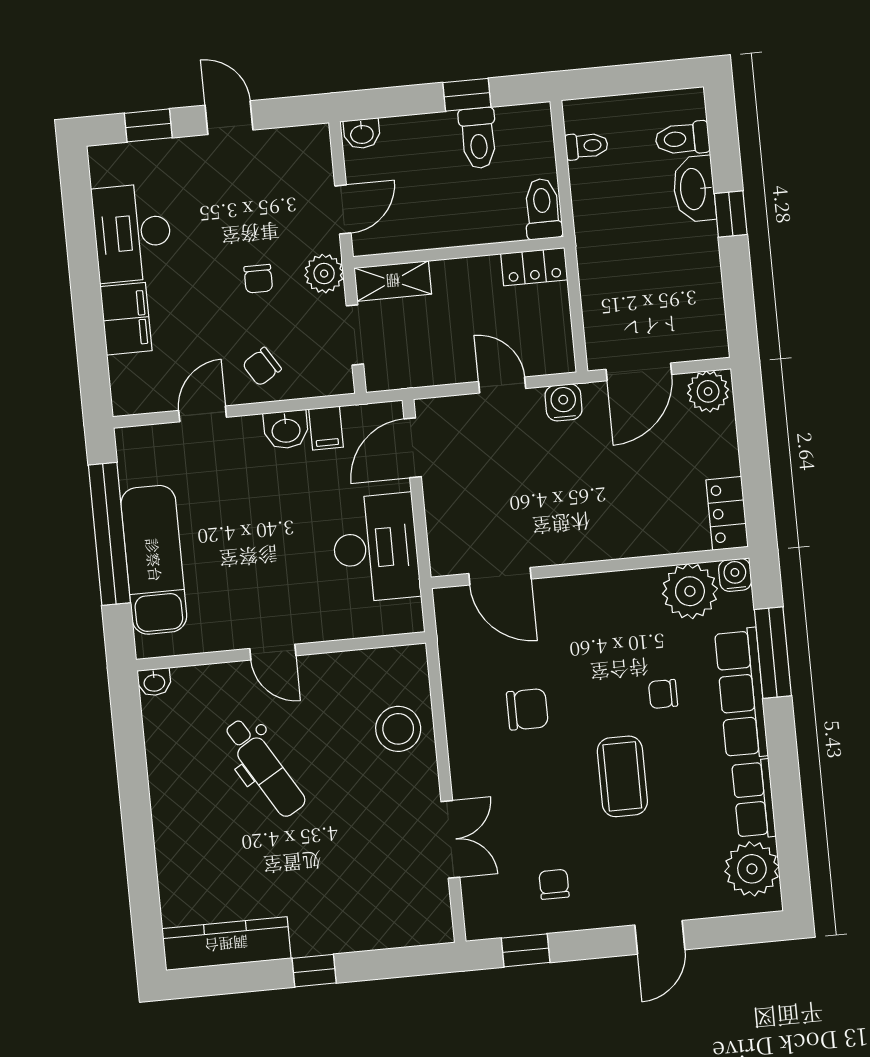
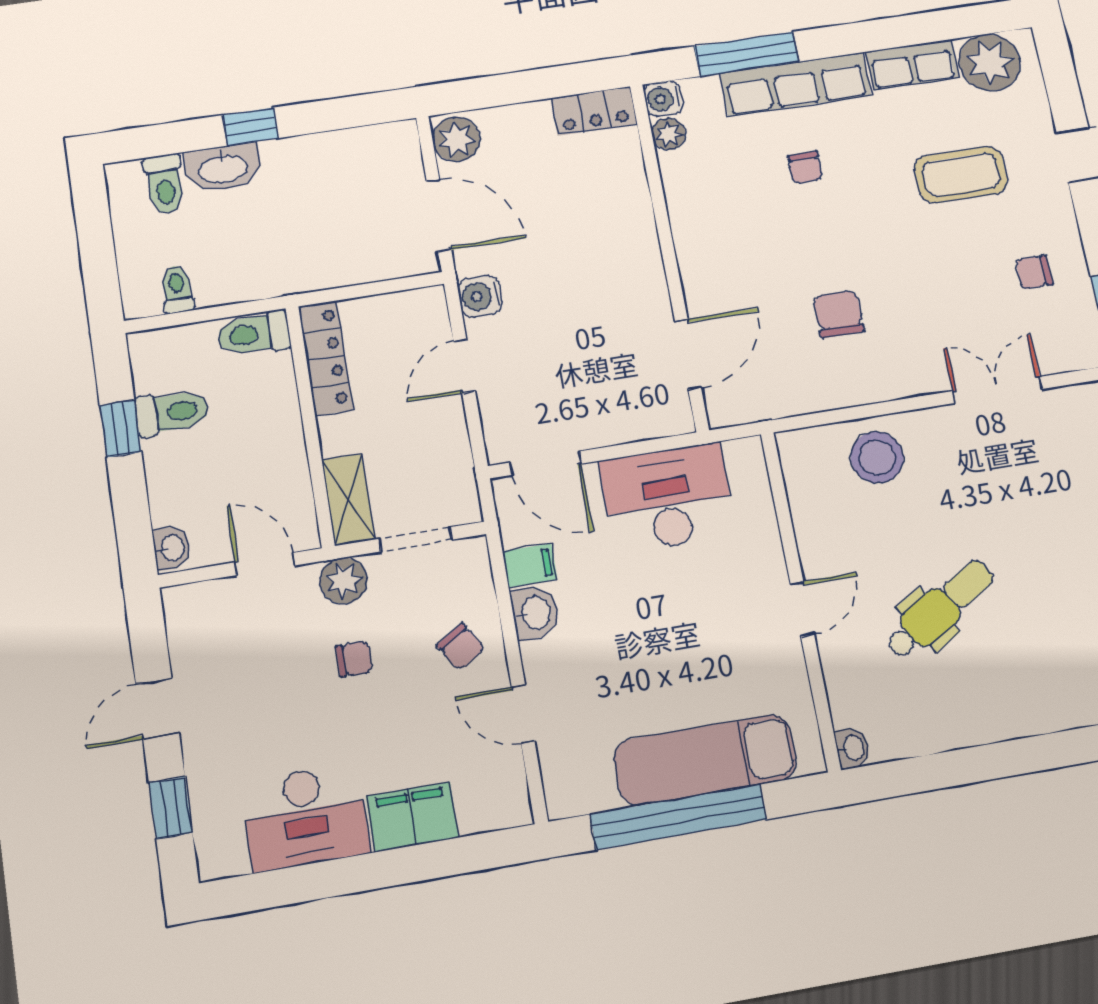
locker: (534, 267) -> (326, 358), width x1.53
plant: (690, 591) -> (669, 134), width x0.53, depth x0.53
coffee table: (622, 776) -> (961, 175), moved

